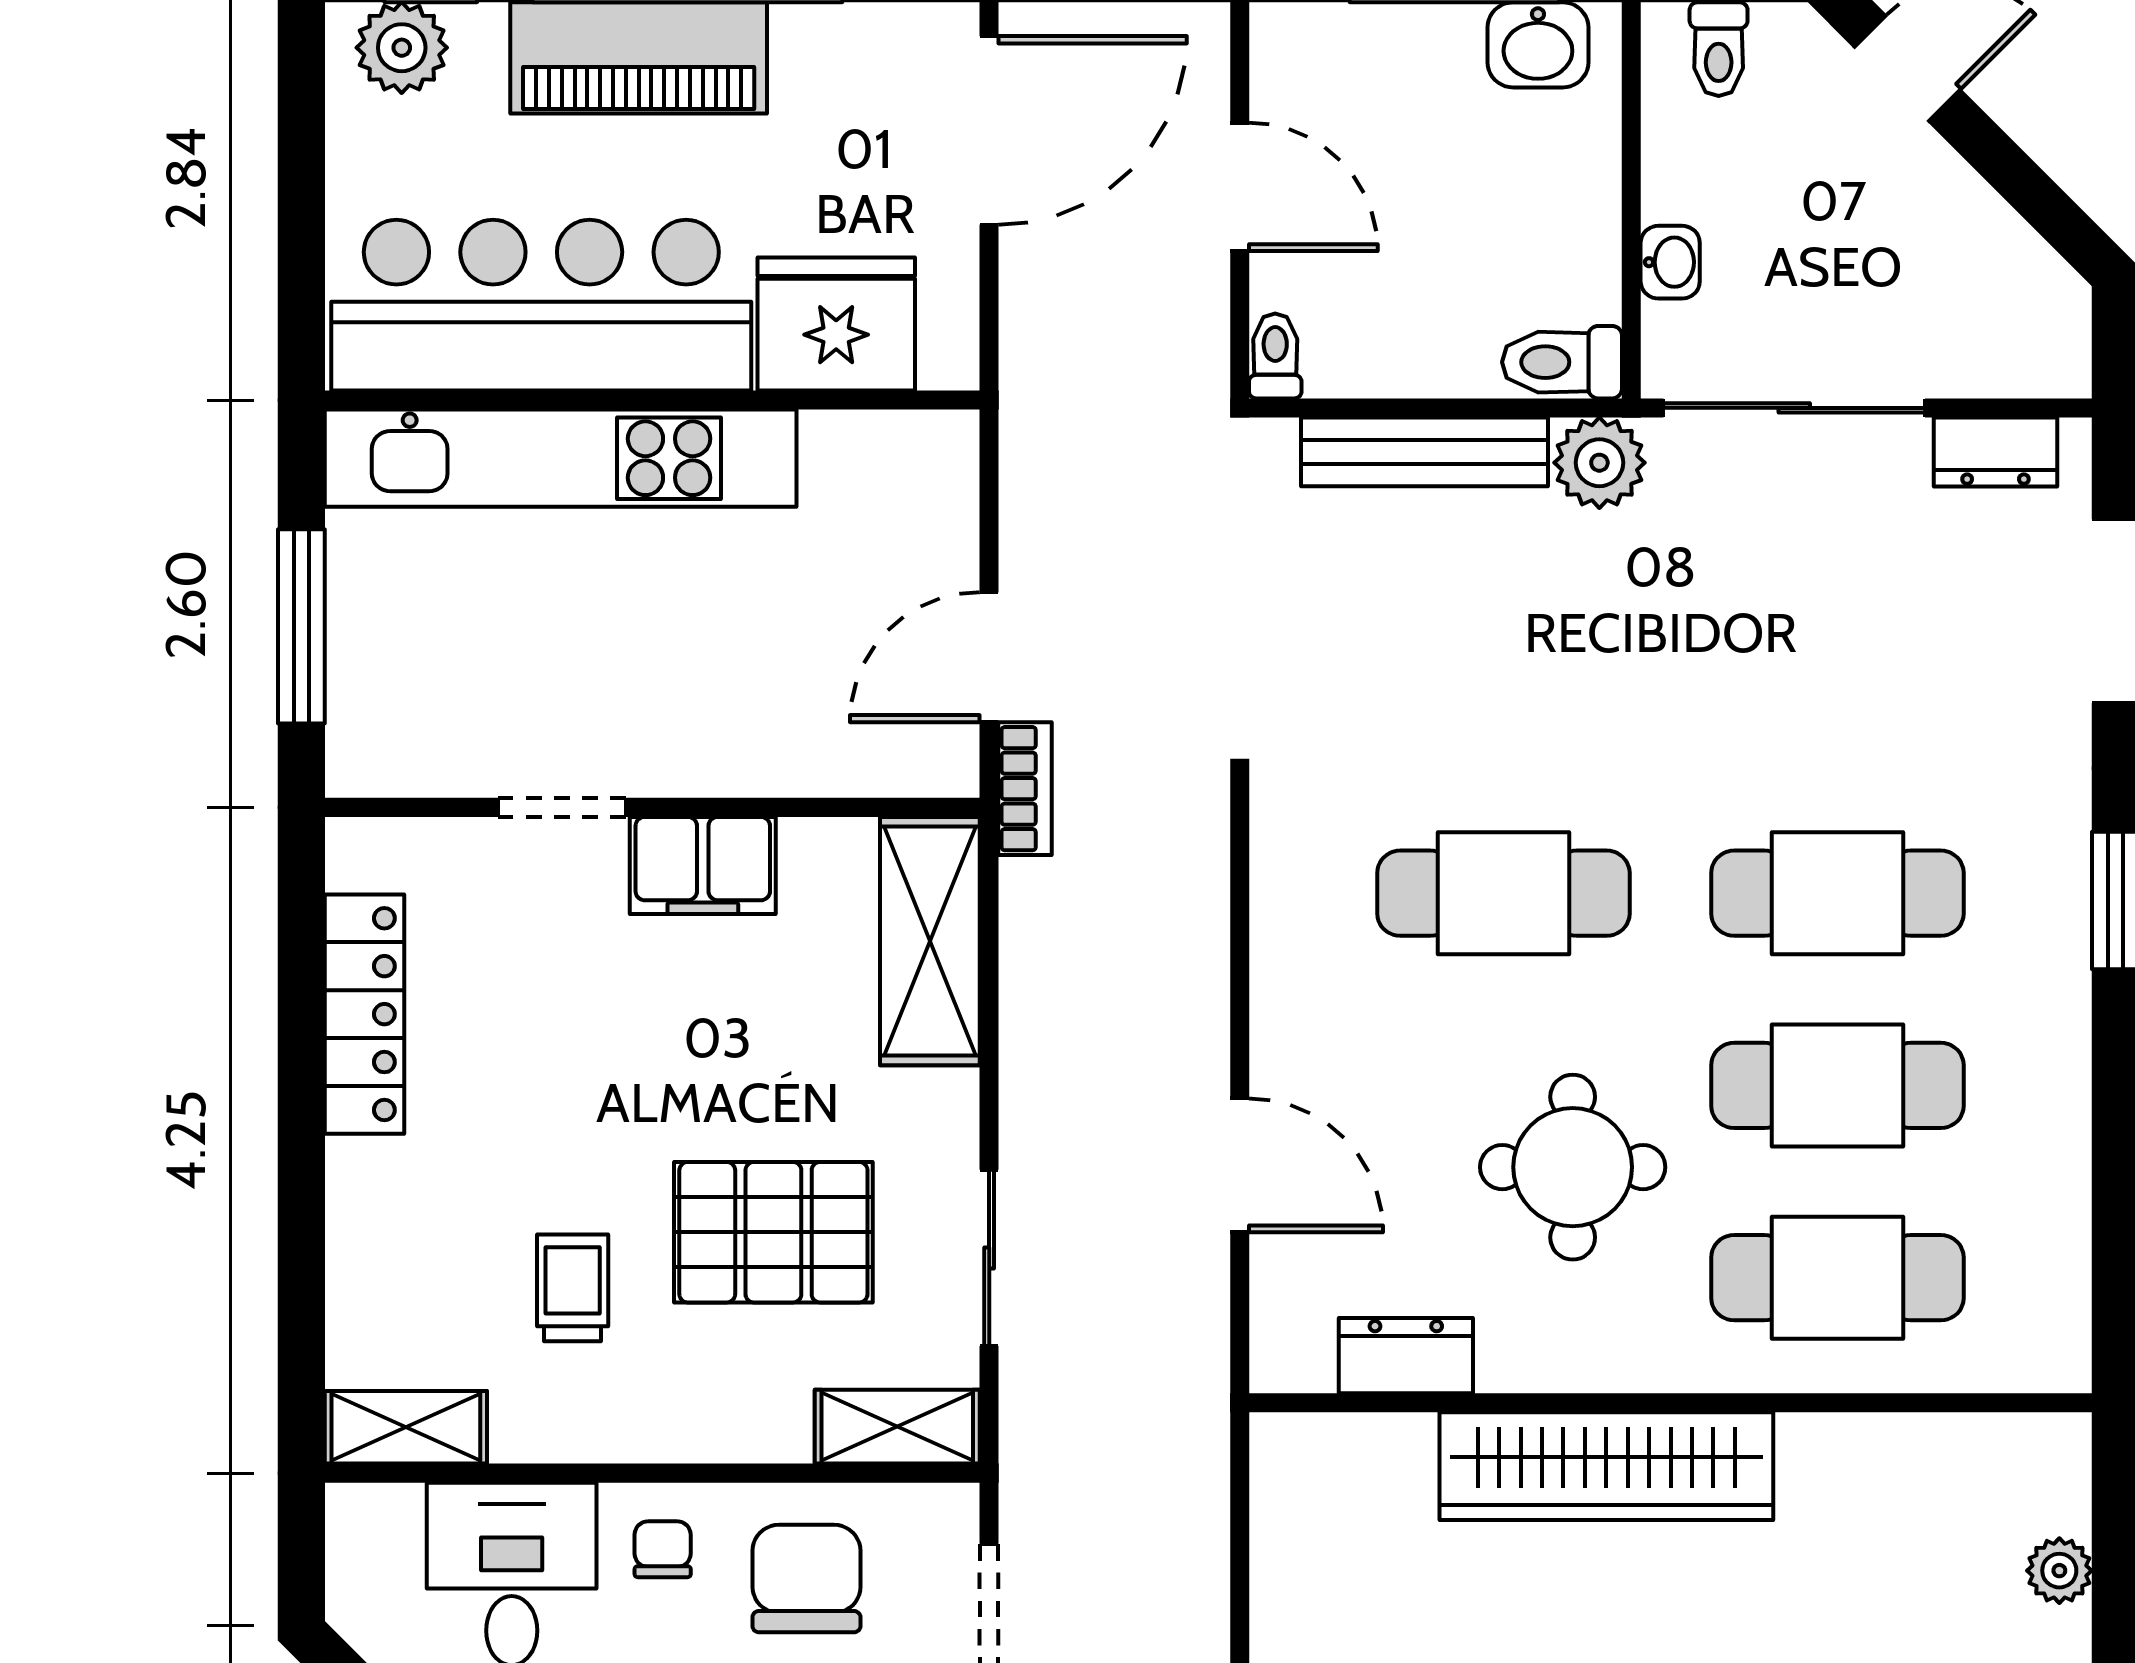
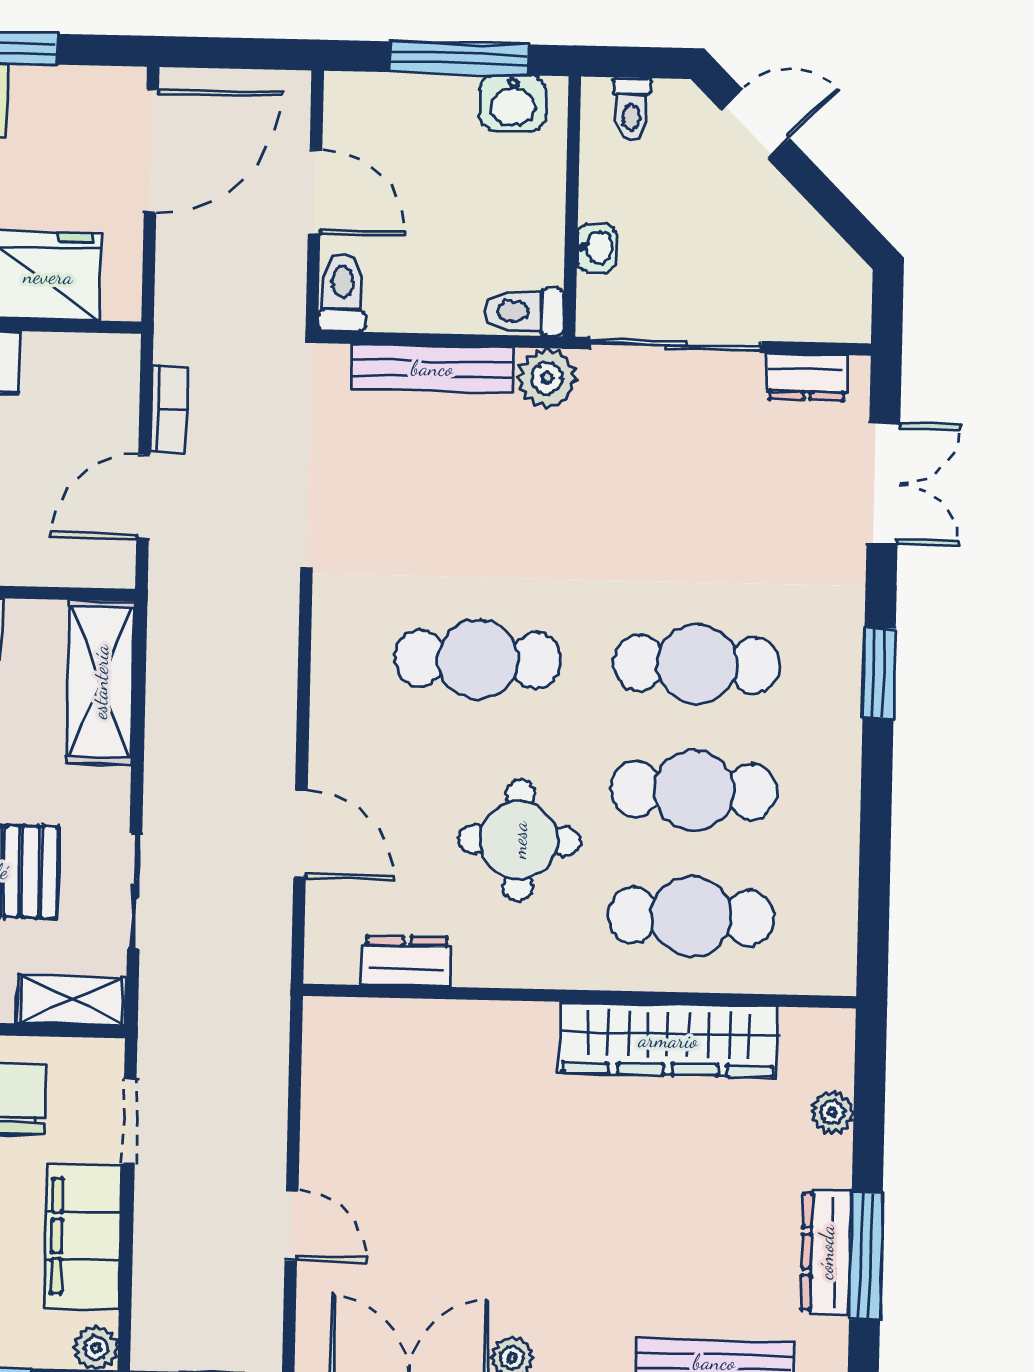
toilet: (1275, 356) -> (342, 293), width x1.37, depth x1.39
bookcase: (1025, 789) -> (169, 409), moved
wardrobe: (1606, 1466) -> (668, 1040), moved

